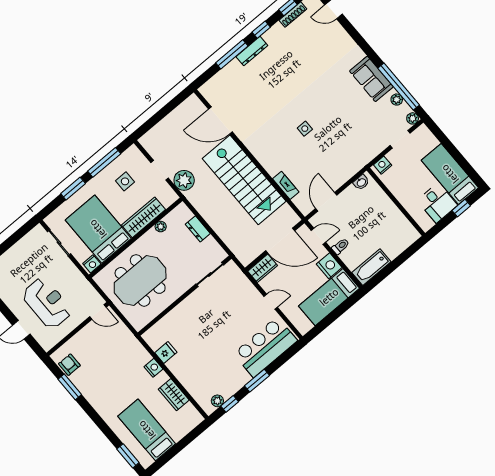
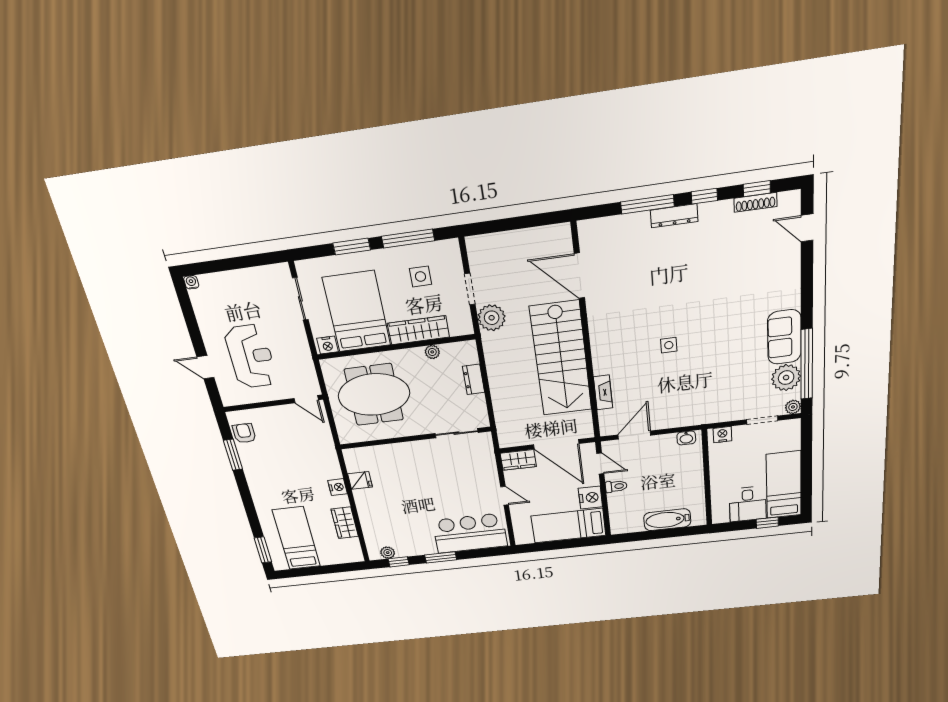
plant: (397, 100) -> (786, 378), width x1.87, depth x1.87
bathtub: (371, 267) -> (667, 520), moved

